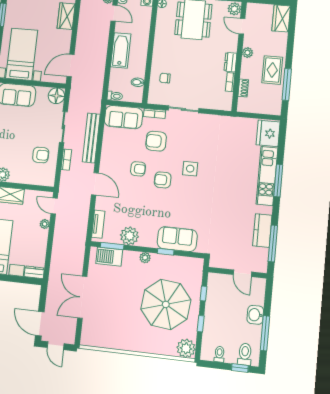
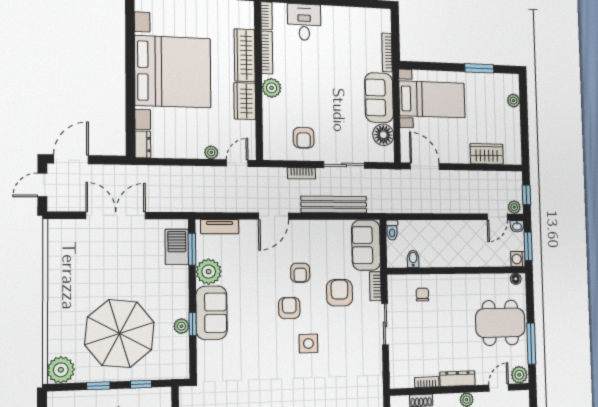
bathtub: (121, 50) -> (451, 231), removed
dresser: (230, 62) -> (458, 379), width x1.44
floor lamp: (56, 96) -> (383, 135), moved
sofa: (177, 239) -> (212, 313), moved
plant: (145, 258) -> (181, 326), moved

